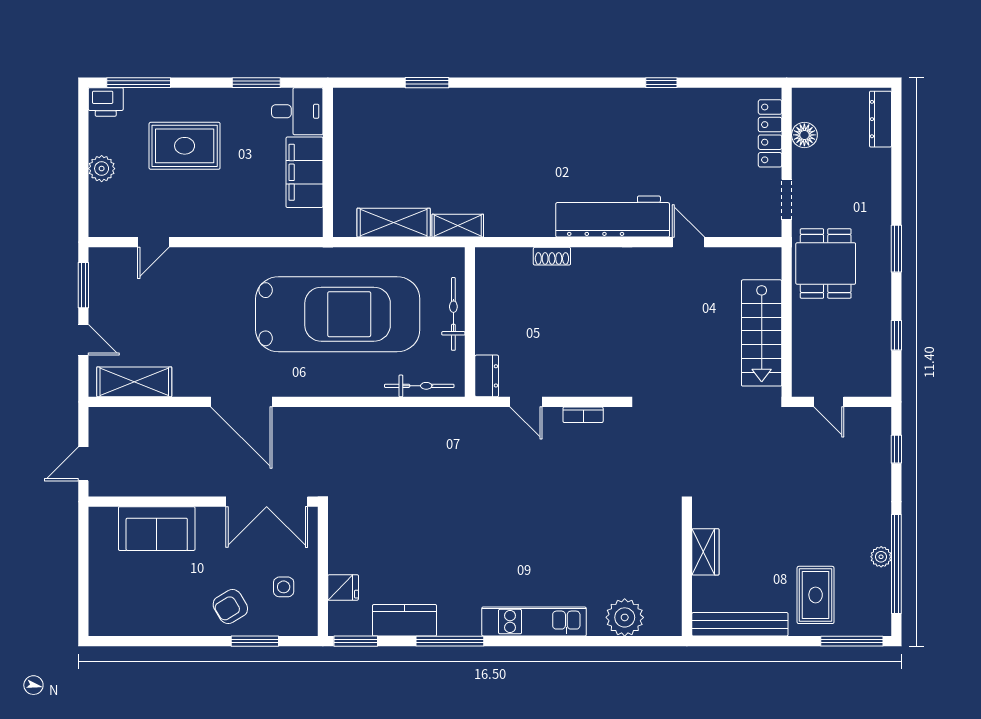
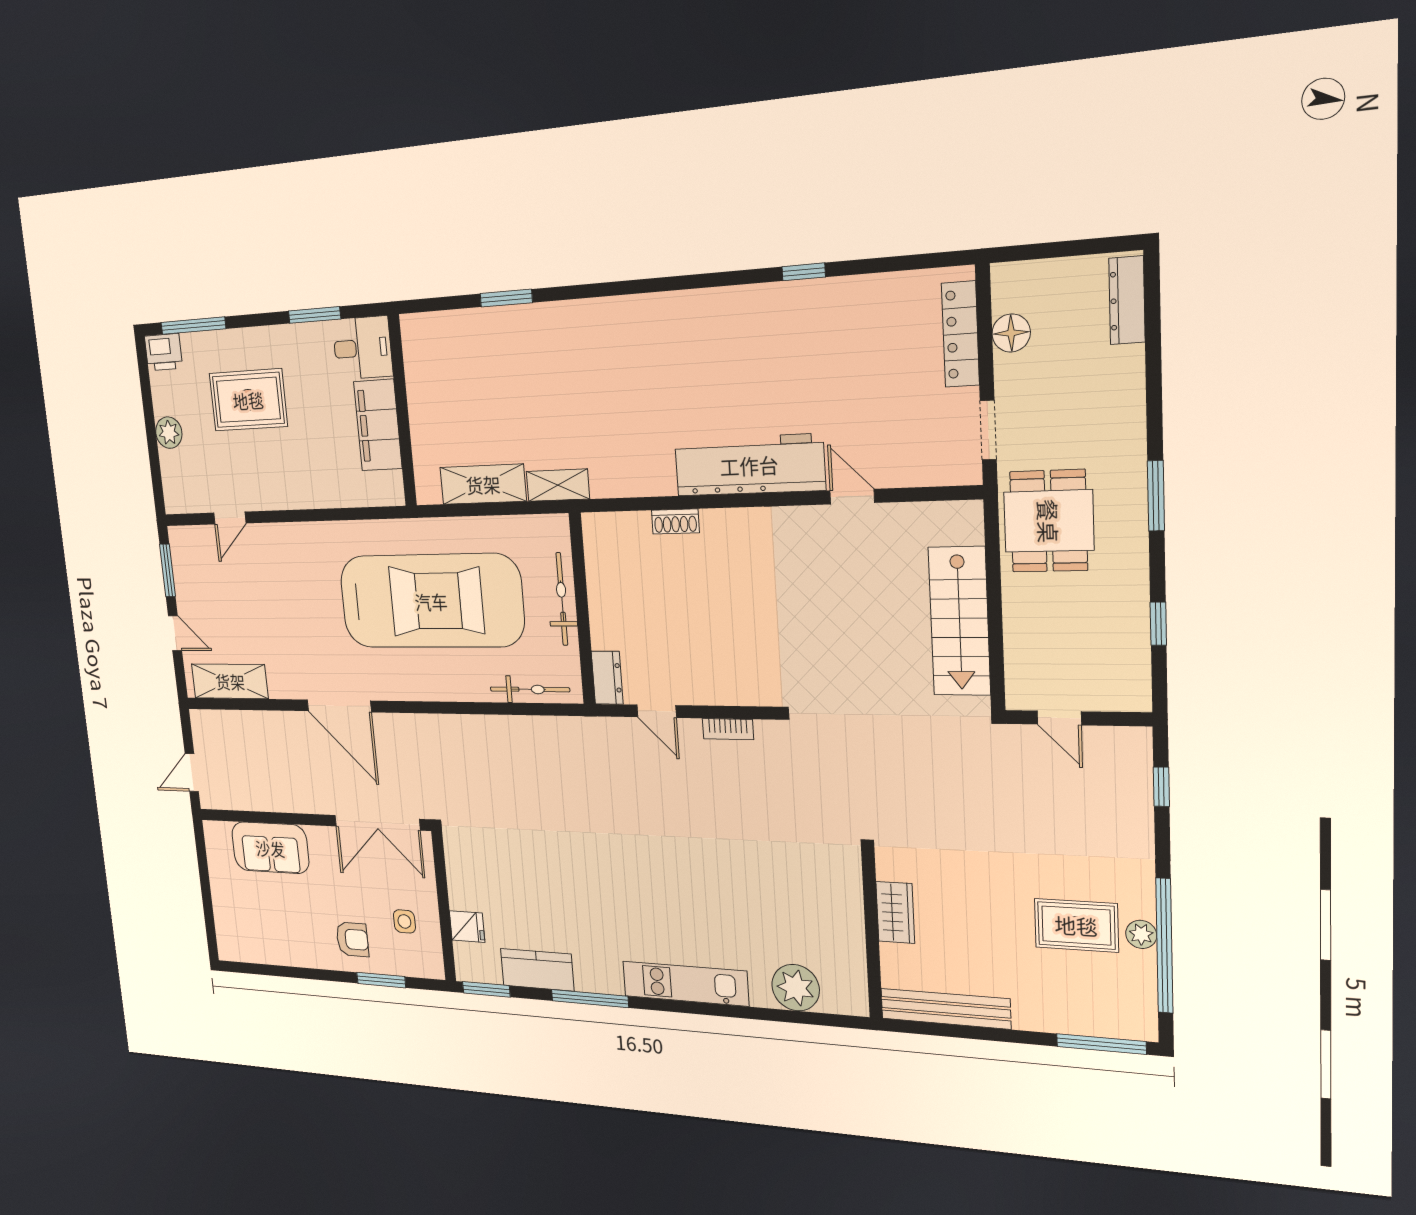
rug: (816, 595) -> (1076, 925), moved, turned 90
armchair: (230, 607) -> (352, 939), turned -149

